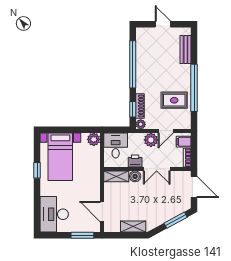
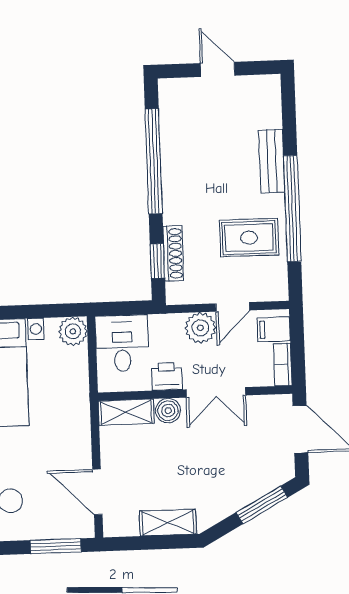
bench: (186, 50) -> (272, 161), moved
plant: (141, 124) -> (176, 294), removed

